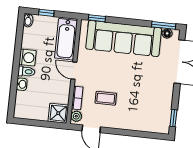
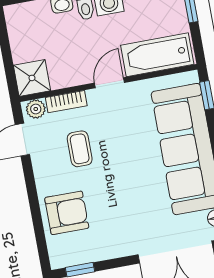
armchair: (139, 116) -> (67, 213), added

